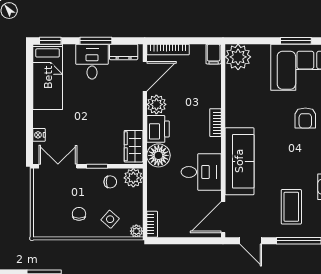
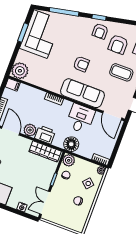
armchair: (305, 118) -> (81, 64), moved
wardrobe: (134, 146) -> (45, 151), width x1.50
floor lamp: (158, 155) -> (71, 144), moved

